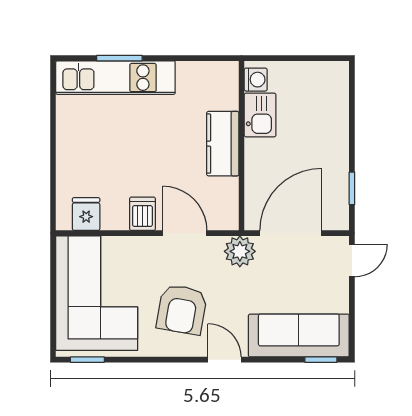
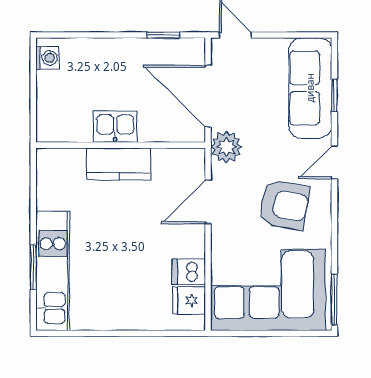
washing machine: (256, 80) -> (47, 58), moved, turned 90
kitchen sink: (260, 115) -> (115, 127), moved
dishwasher: (142, 214) -> (189, 272), moved
window: (87, 360) -> (334, 299), width x1.50
window: (321, 360) -> (334, 95), moved

